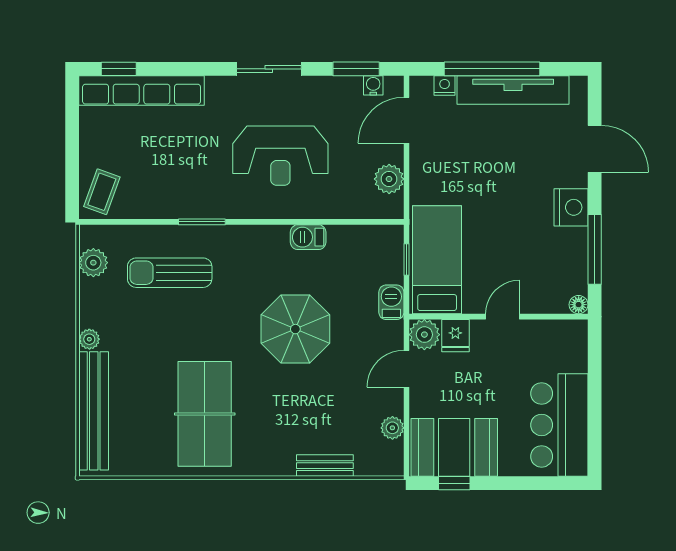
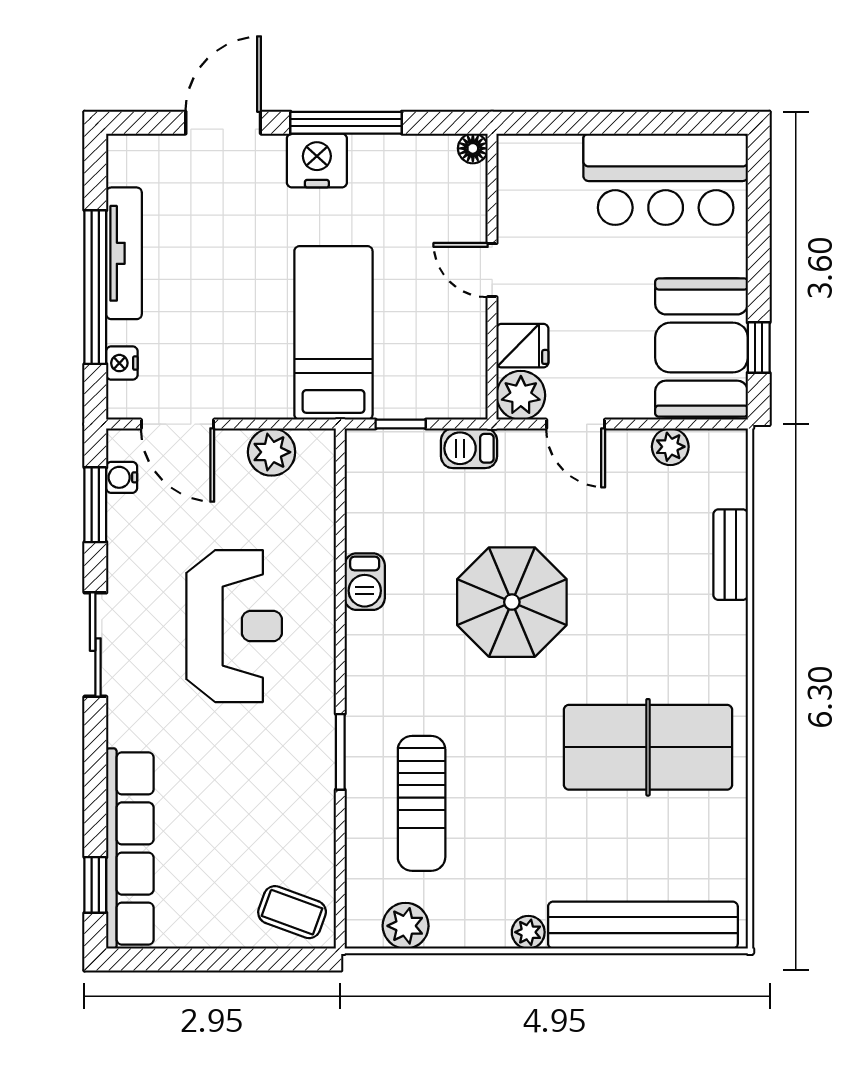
tv unit: (513, 90) -> (124, 253), width x0.73, depth x0.78
window: (595, 249) -> (346, 123), moved
bed: (437, 260) -> (333, 333), moved, turned 90

